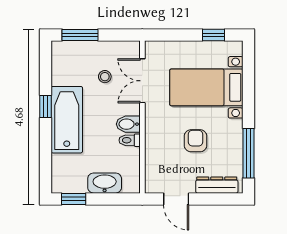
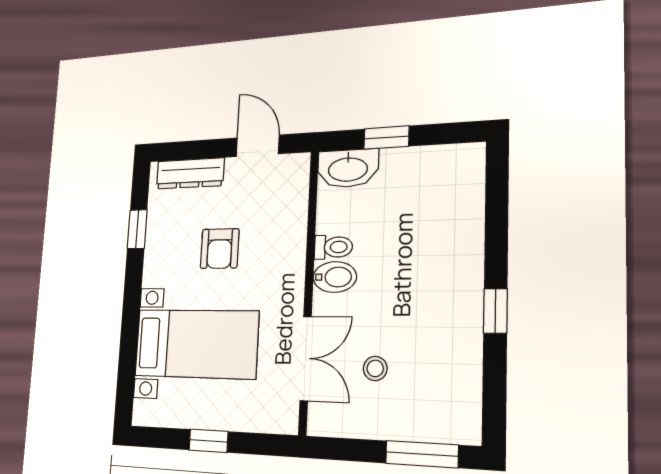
window: (213, 35) -> (209, 441), moved
bathtub: (67, 120) -> (452, 285), removed
window: (249, 153) -> (137, 229), width x0.46
washbasin: (105, 183) -> (348, 168), moved
window: (74, 199) -> (386, 137), moved

